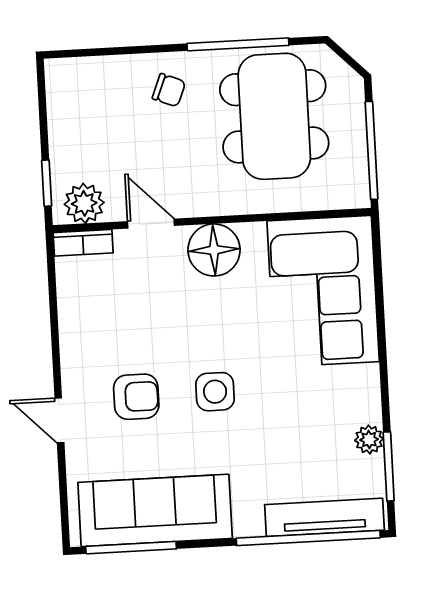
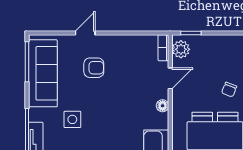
floor lamp: (214, 250) -> (163, 106), width x0.53, depth x0.53
side table: (215, 392) -> (72, 119), moved
armchair: (136, 397) -> (94, 68), turned -90

